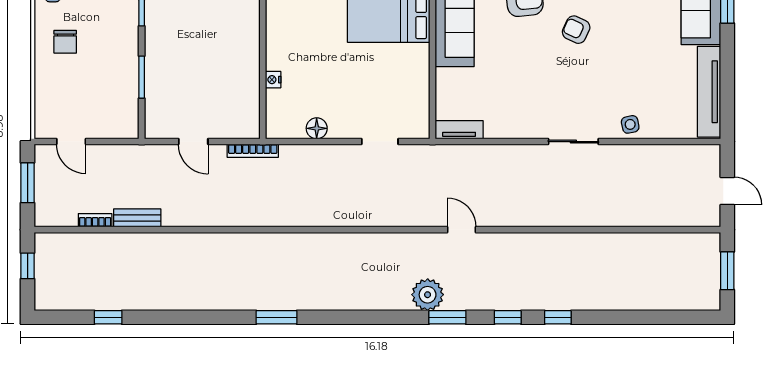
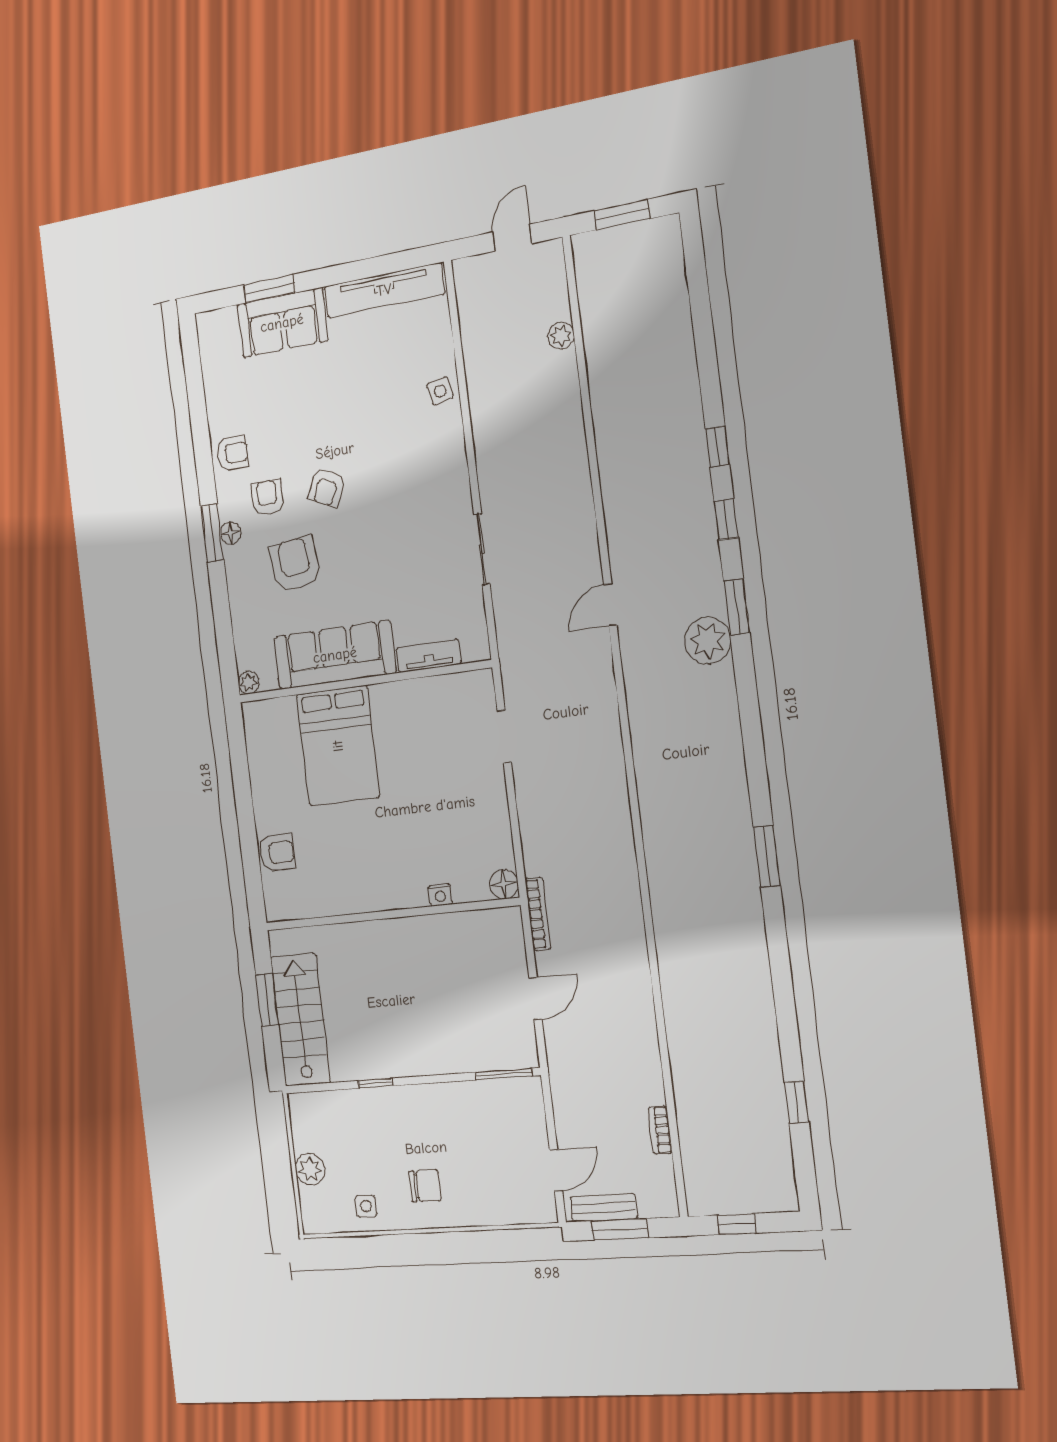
window: (142, 77) -> (504, 1074), moved
floor lamp: (317, 128) -> (504, 884), moved
tv unit: (459, 130) -> (429, 656), moved, turned 90
sliding door: (573, 142) -> (482, 549), moved
bench: (137, 218) -> (604, 1208), moved, turned 90
plant: (653, 218) -> (561, 336), added

